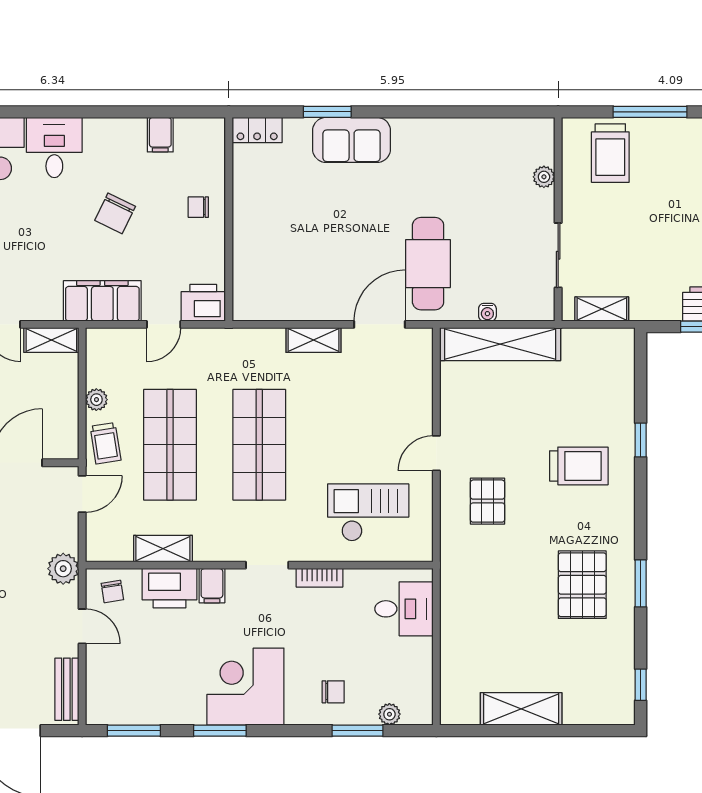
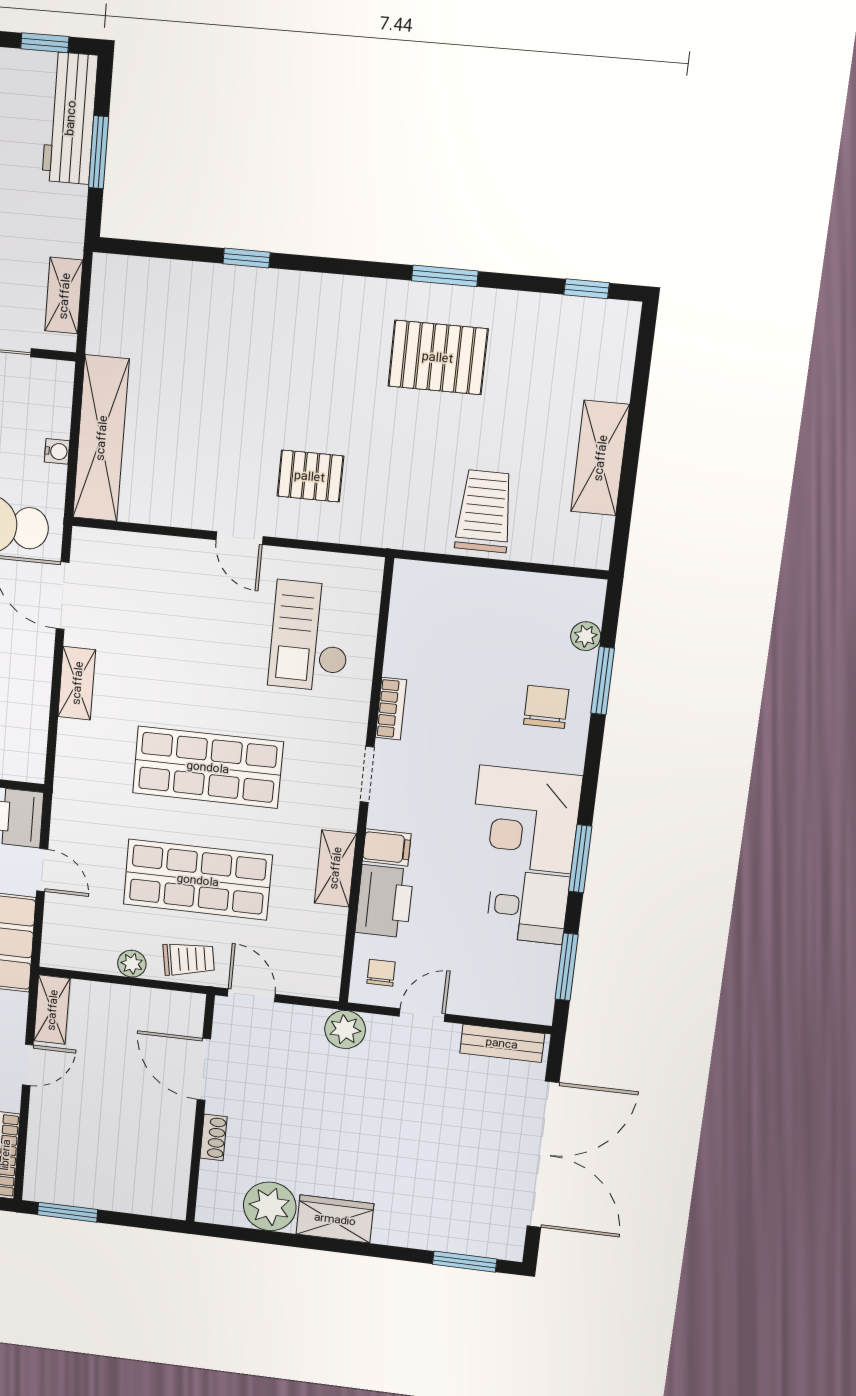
trolley: (579, 466) -> (484, 511), moved
shelving: (163, 549) -> (335, 868), moved
chair: (112, 591) -> (381, 973), turned -81
desk: (404, 609) -> (528, 907), moved, turned 90
chair: (333, 692) -> (546, 707), width x1.37, depth x1.37

